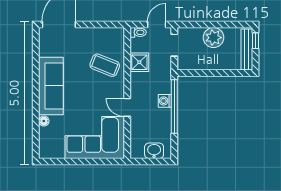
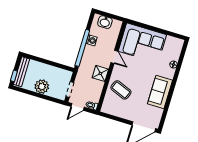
shower: (139, 62) -> (100, 73), moved
sofa: (51, 86) -> (160, 92), width x0.73
washing machine: (165, 101) -> (91, 40), moved

